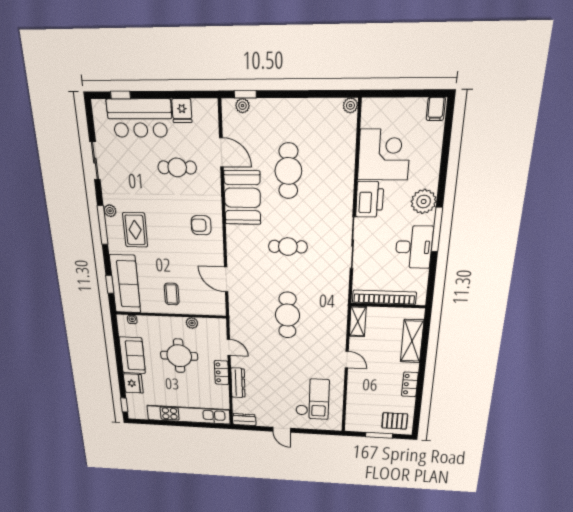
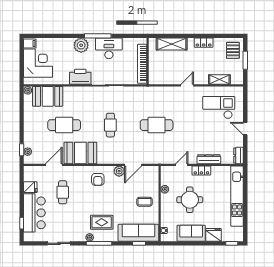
booth: (338, 142) -> (48, 96), added
corner desk: (384, 155) -> (38, 63), moved, turned 90
plant: (216, 258) -> (119, 171), added
shelving: (358, 321) -> (219, 79), moved
door: (282, 430) -> (245, 129), swing flipped

